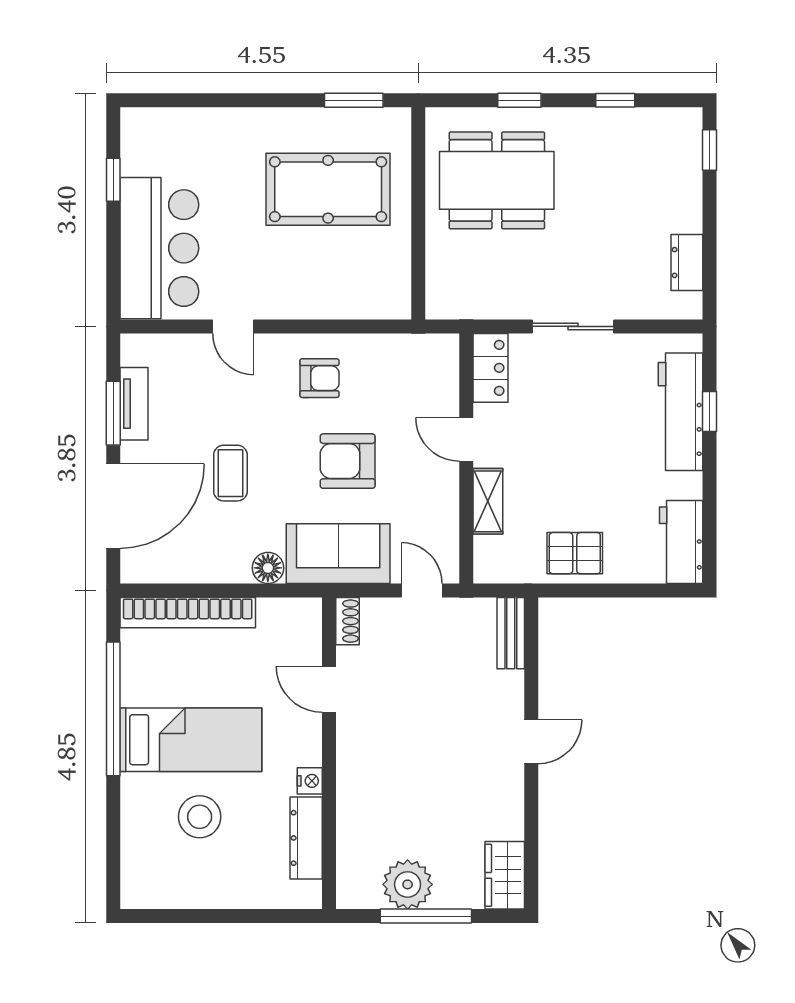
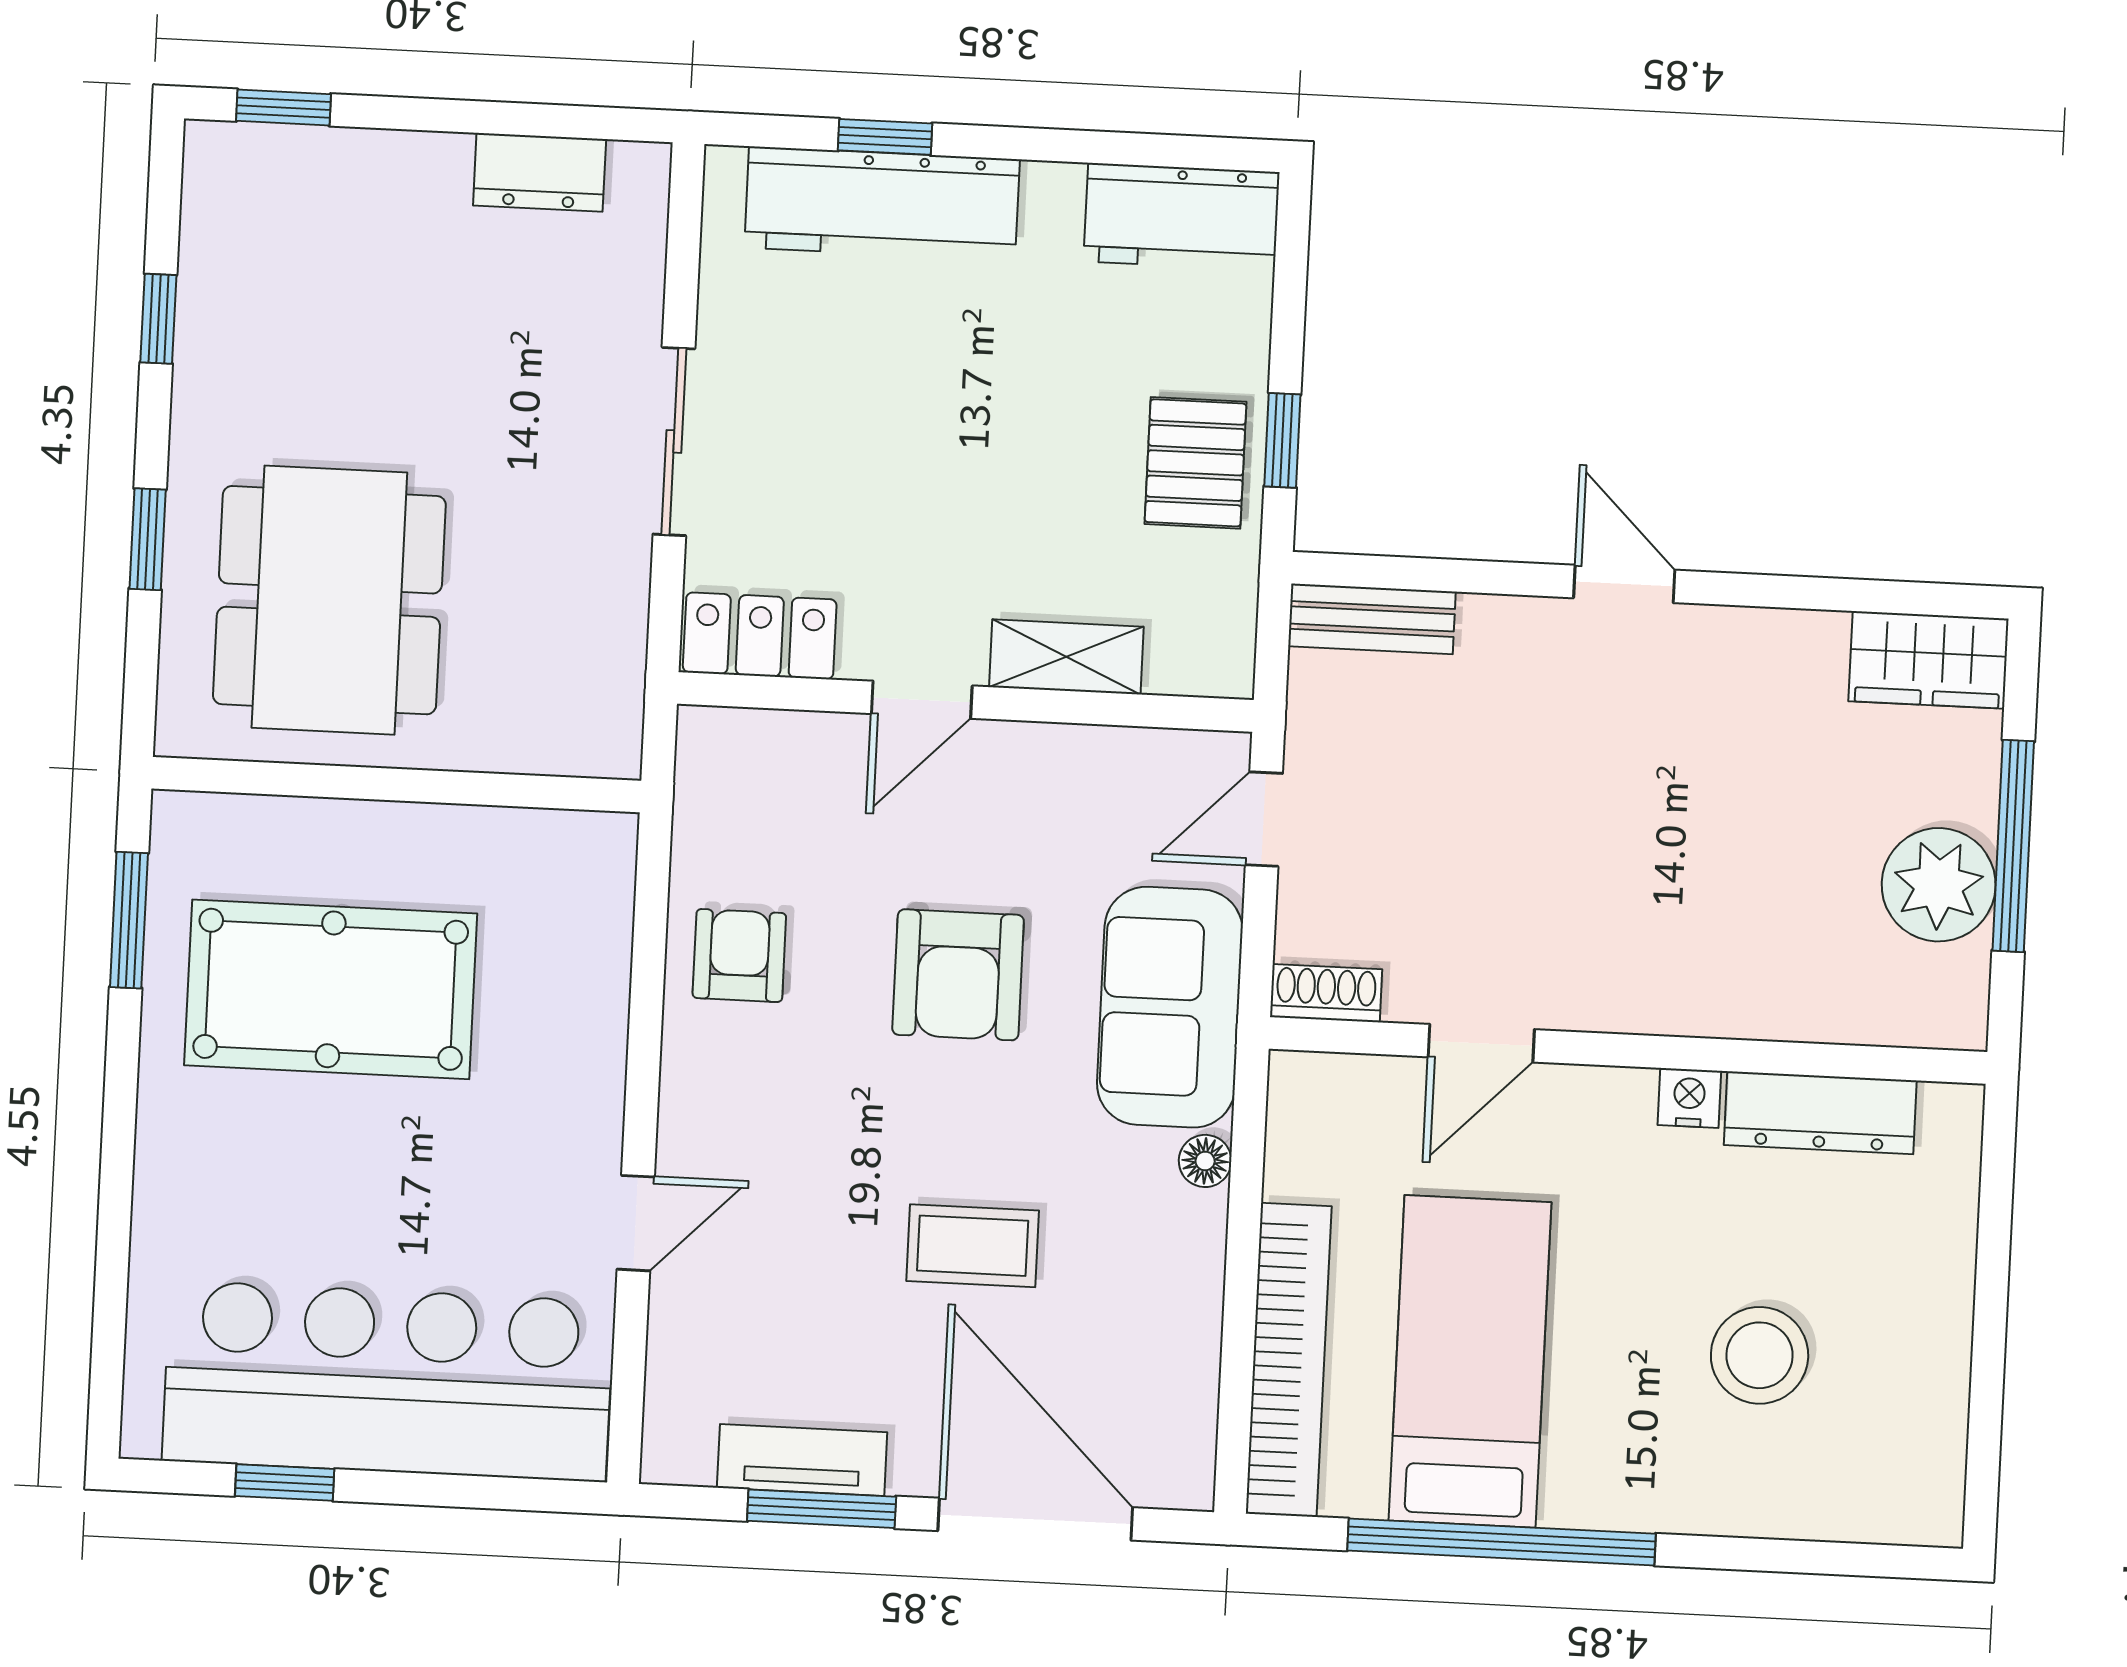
pool table: (328, 189) -> (331, 989), turned 90
bar counter: (159, 248) -> (388, 1381), width x1.36
armchair: (319, 378) -> (739, 956), moved
floor lamp: (268, 568) -> (1205, 1161), width x0.73, depth x0.73
window: (586, 590) -> (1282, 440), added
bed: (191, 740) -> (1470, 1361), moved

